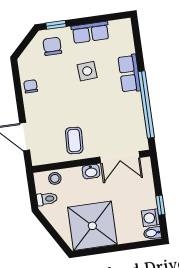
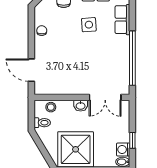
row of seats: (129, 73) -> (122, 20), moved
coffee table: (74, 140) -> (71, 79), removed

